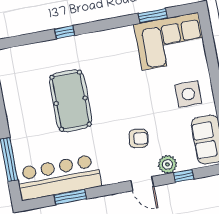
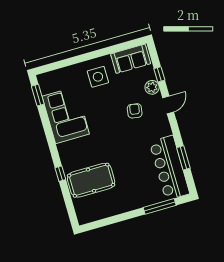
window: (153, 16) -> (38, 95), moved
corner sofa: (170, 41) -> (66, 115), moved
pool table: (71, 101) -> (91, 180), moved

